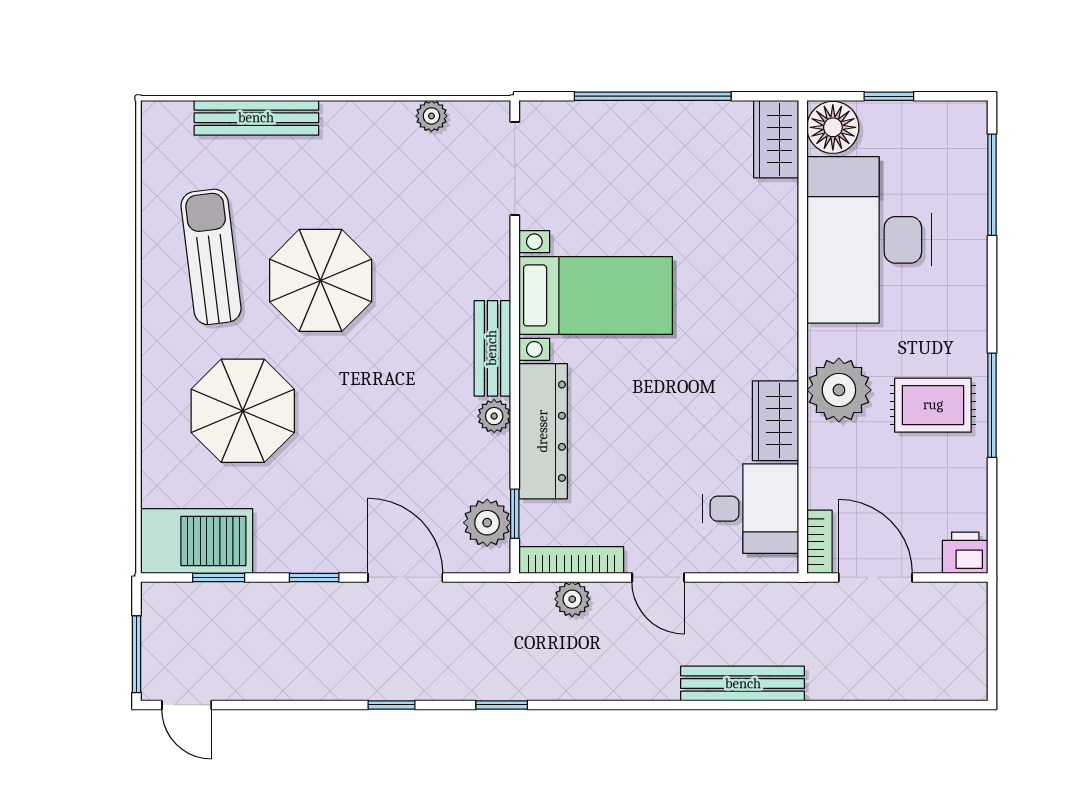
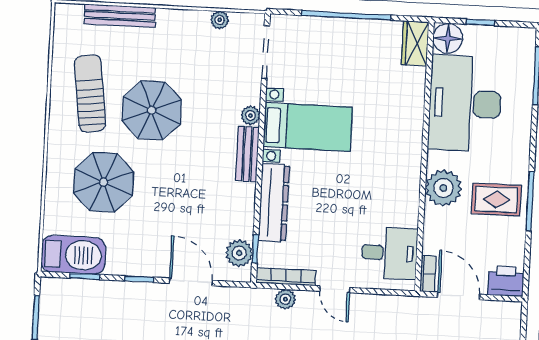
plant: (494, 416) -> (250, 116), moved
wardrobe: (776, 421) -> (406, 204), removed
printer: (965, 553) -> (506, 281), width x1.36, depth x1.24

